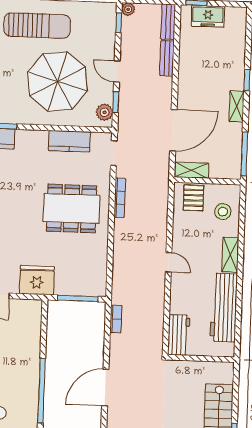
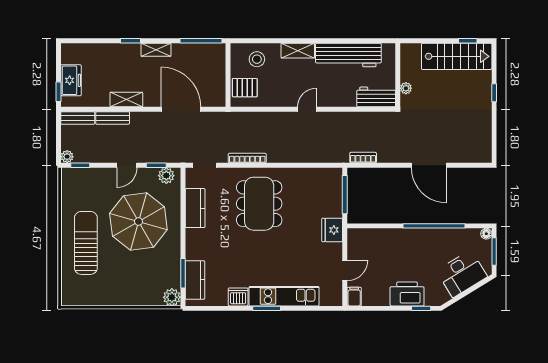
shelving: (191, 170) -> (126, 100), moved, turned 90
fridge: (37, 280) -> (332, 230), width x0.73, depth x0.75
plant: (187, 366) -> (406, 88), added

